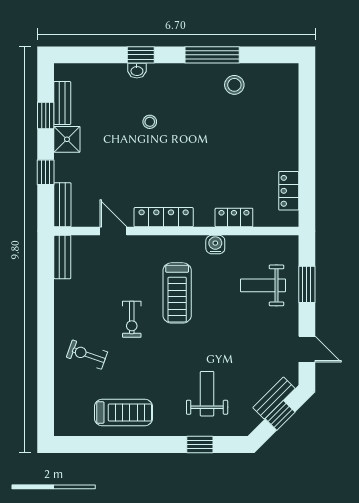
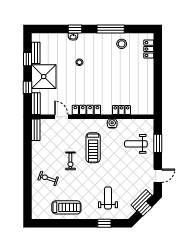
shower: (67, 139) -> (44, 77), width x1.86, depth x1.86
locker: (289, 191) -> (149, 49), moved
door: (307, 349) -> (158, 176), hinge flipped

